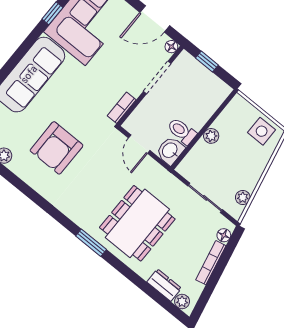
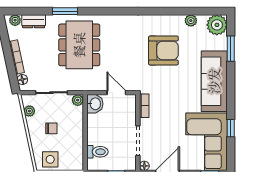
toilet: (182, 131) -> (97, 152), moved
plant: (211, 136) -> (78, 100), moved
armchair: (57, 148) -> (163, 50), turned 90
chair: (235, 161) -> (51, 128), added
window: (91, 243) -> (65, 11), moved

